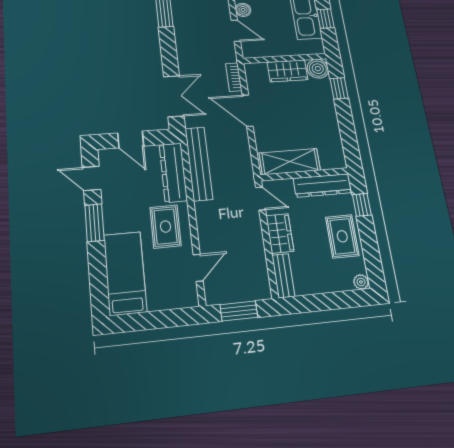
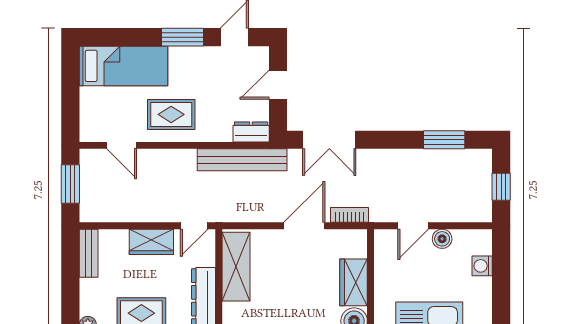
dresser: (173, 172) -> (251, 132), width x0.51, depth x0.80
bench: (283, 276) -> (89, 253), moved, turned 90

